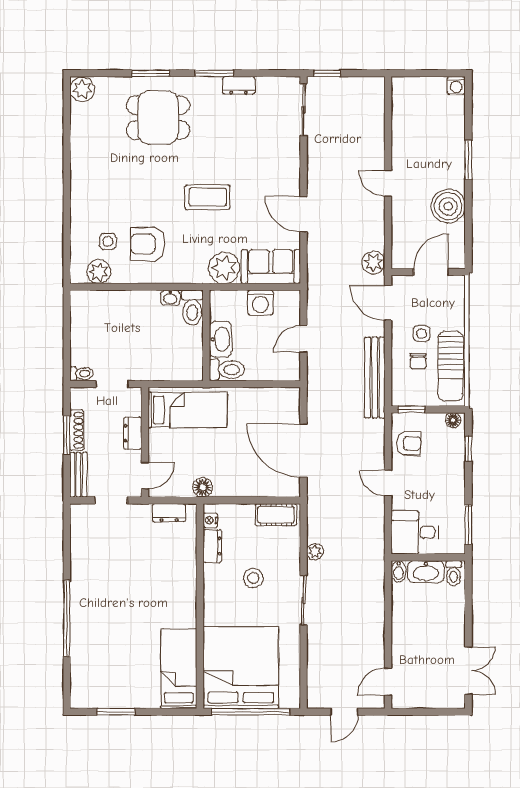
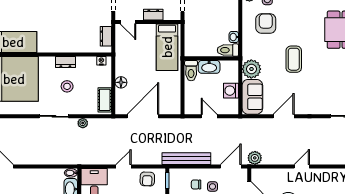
floor lamp: (203, 487) -> (121, 82), moved
dresser: (212, 546) -> (65, 62), moved

